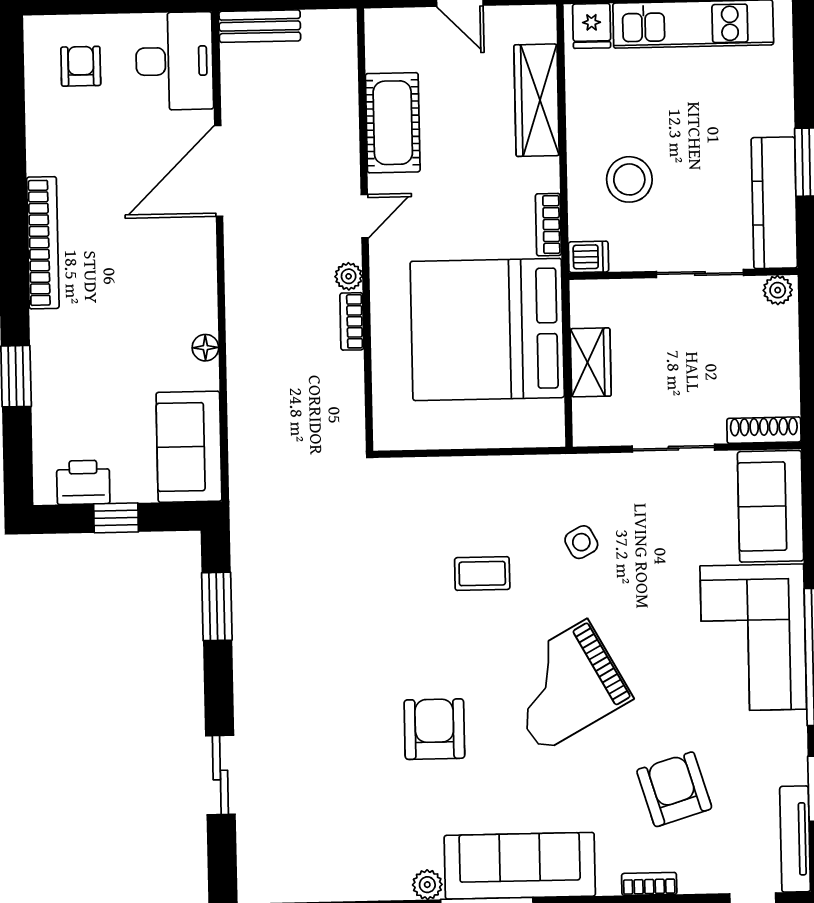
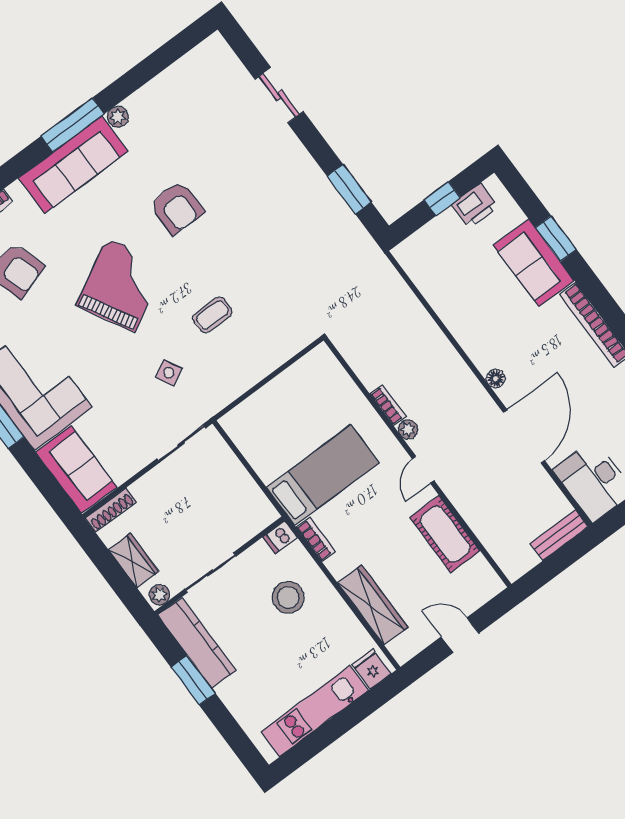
bed: (487, 329) -> (323, 475), width x0.49
floor lamp: (205, 348) -> (496, 379), moved
wardrobe: (591, 362) -> (134, 560), moved, turned 180
sofa: (189, 447) -> (534, 263), moved, turned 180
sliding door: (673, 448) -> (181, 443), moved

